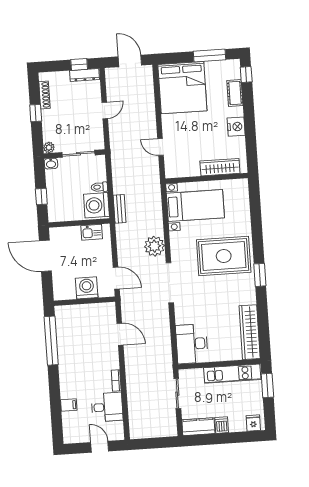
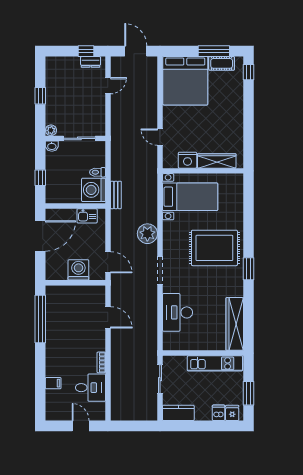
dresser: (85, 75) -> (91, 62), width x0.70
cot: (235, 93) -> (222, 63), moved, turned 90
shoe rack: (44, 95) -> (50, 79), removed
door: (105, 110) -> (108, 86), moved
nightstand: (236, 127) -> (187, 160), moved, turned 90
door: (45, 256) -> (40, 236), swing flipped
doorway: (170, 283) -> (160, 270), width x0.73
desk: (192, 344) -> (177, 312), moved
window: (267, 386) -> (248, 393), moved
dishwasher: (222, 425) -> (219, 413), moved

